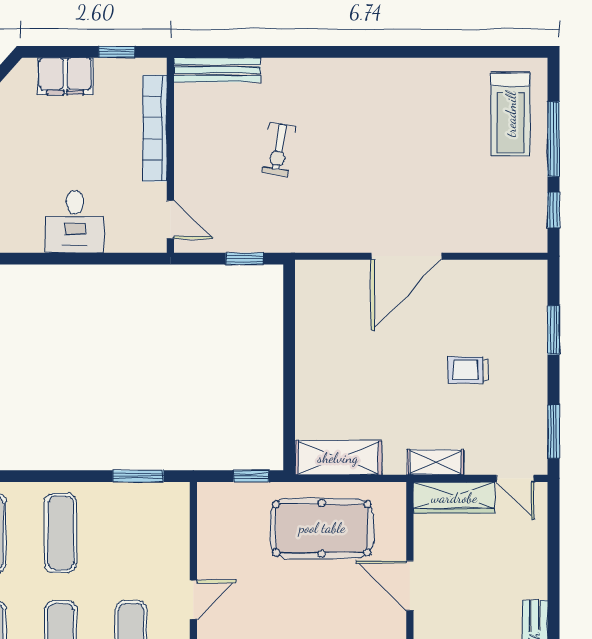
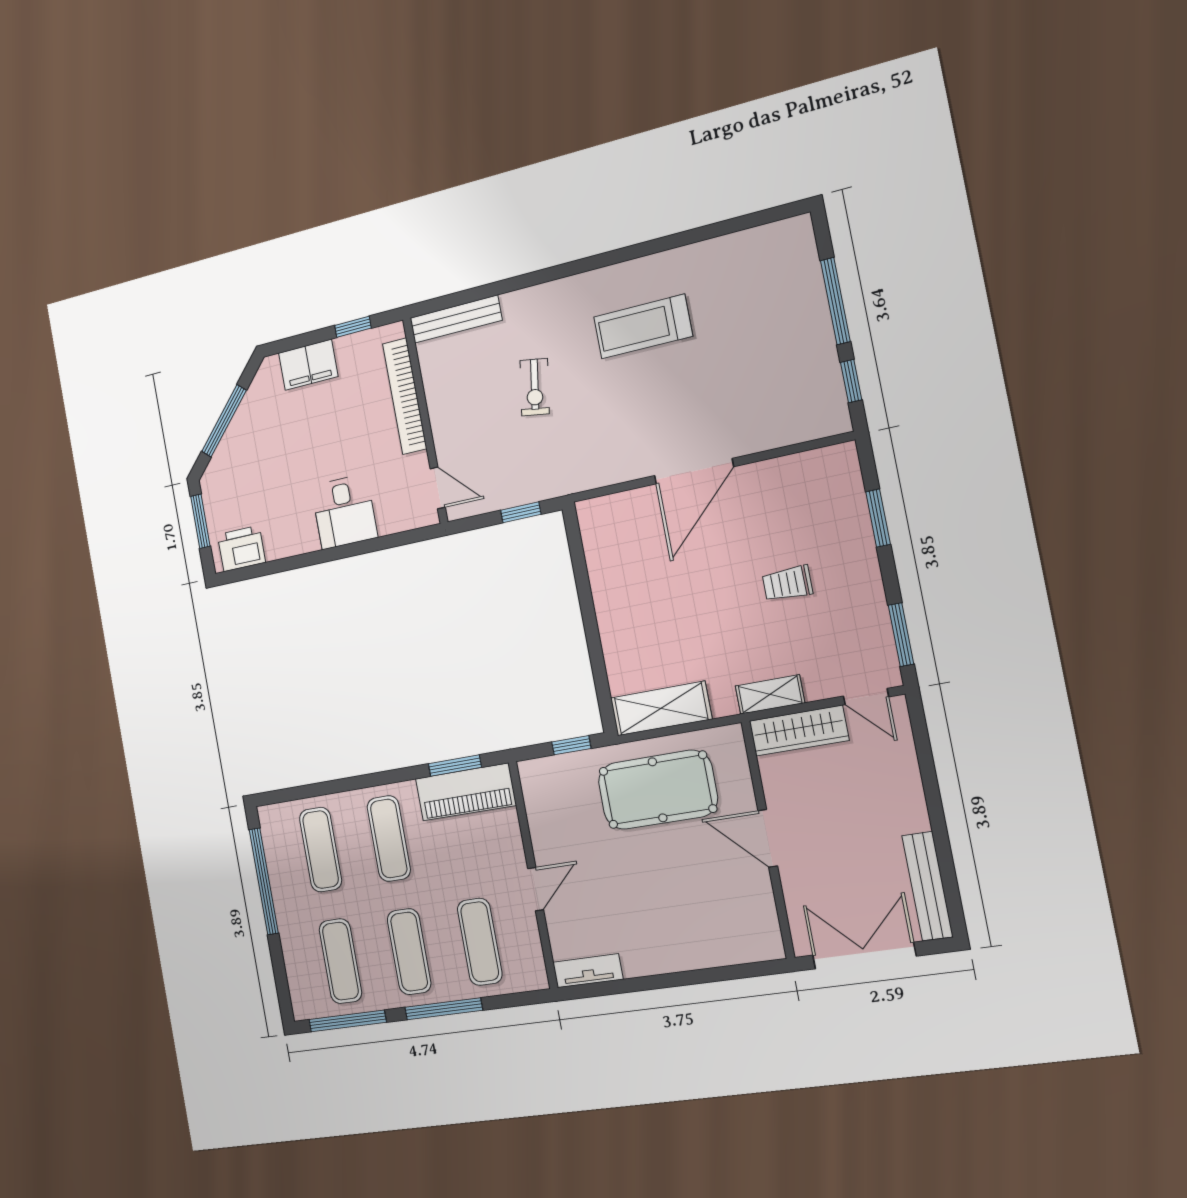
treadmill: (511, 114) -> (643, 327), moved, turned 90
piano: (144, 502) -> (466, 792), added

